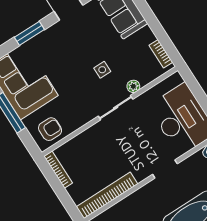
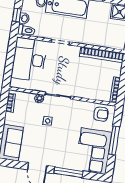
window: (29, 33) -> (68, 172), width x1.44
armchair: (50, 129) -> (101, 114), turned 180

